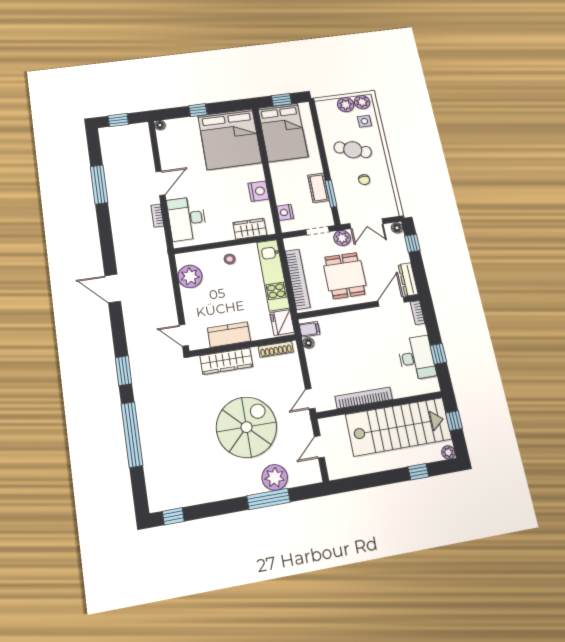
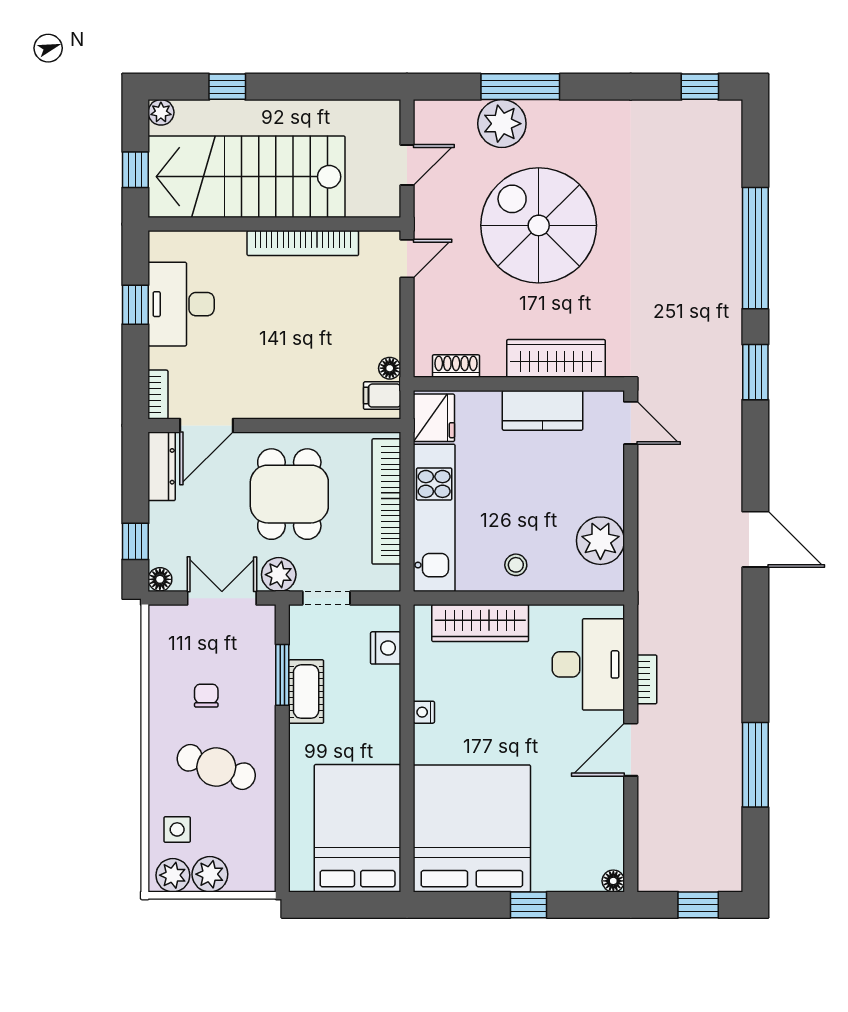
window: (282, 100) -> (346, 905), removed
nightstand: (259, 191) -> (424, 712), width x0.53, depth x0.56
wardrobe: (250, 229) -> (480, 623), width x1.50
shoe rack: (276, 349) -> (456, 366), width x0.70
spiral stairs: (246, 427) -> (539, 225), turned 90

